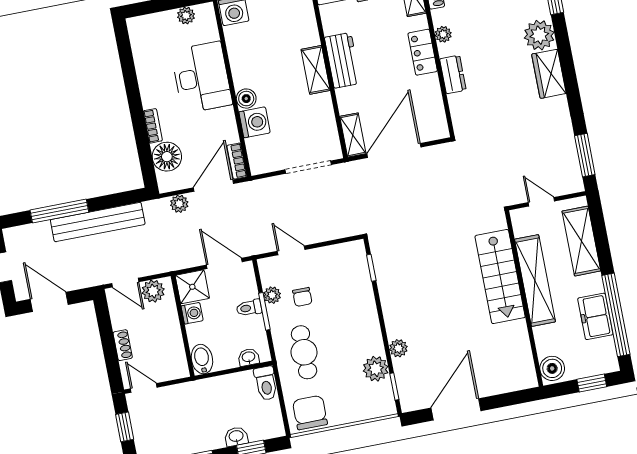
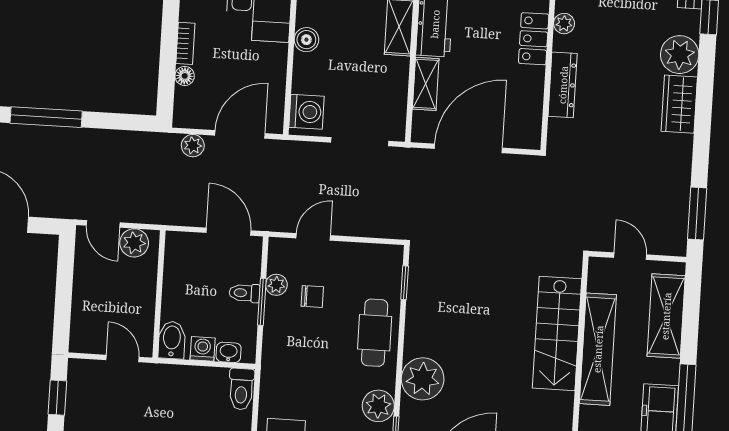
dresser: (453, 74) -> (563, 85), width x1.44
washing machine: (255, 122) -> (307, 112), moved
shelving: (353, 135) -> (426, 84), moved
floor lamp: (167, 157) -> (185, 76), width x0.53, depth x0.53
bookcase: (237, 161) -> (276, 112), removed
bench: (98, 222) -> (89, 142), removed
door: (291, 250) -> (313, 237), hinge flipped
shower: (192, 287) -> (183, 250), removed
chair: (302, 297) -> (312, 296), turned -90
washing machine: (192, 313) -> (203, 349), moved, turned -90
shoe rack: (123, 345) -> (81, 298), removed
plant: (398, 348) -> (423, 379), width x1.88, depth x1.88
cafe table: (304, 352) -> (375, 333), moved
door: (144, 388) -> (123, 358), moved

